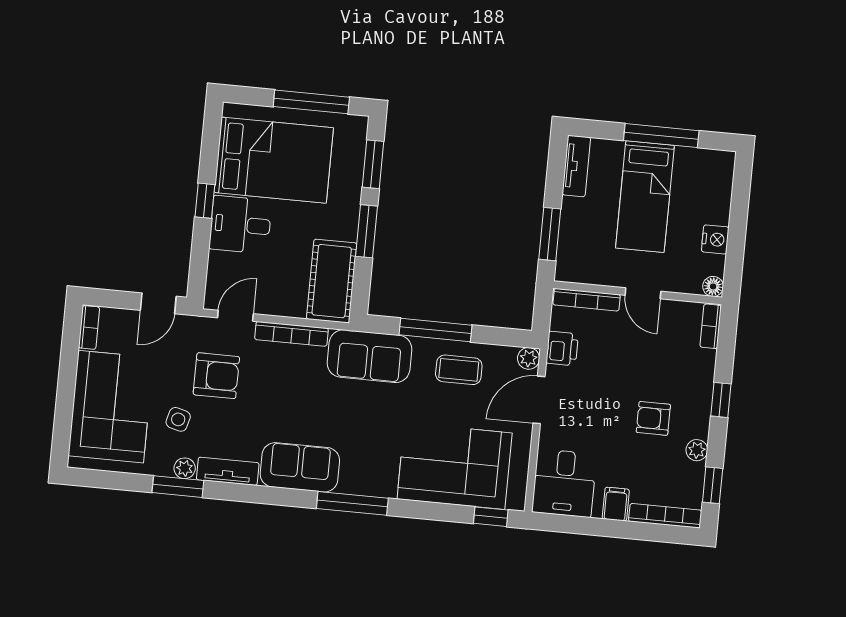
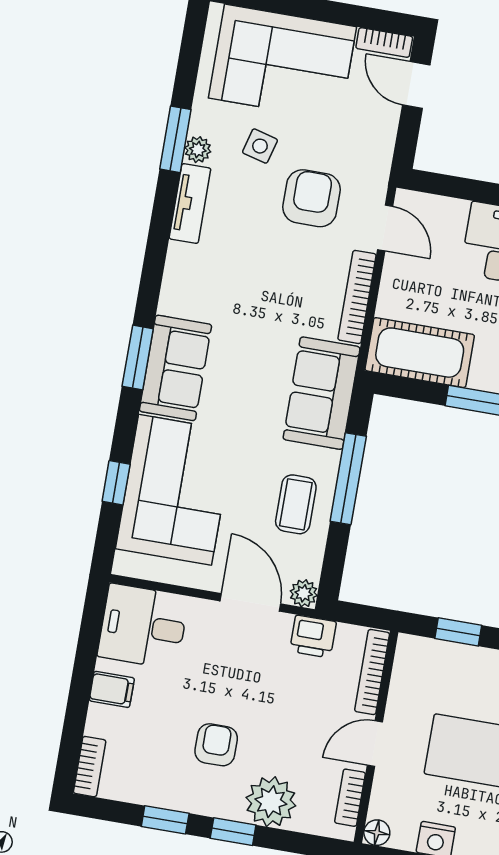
window: (550, 234) -> (458, 632), width x0.67
door: (158, 303) -> (416, 85), moved
bookcase: (711, 326) -> (350, 798), moved, turned -90
armchair: (216, 376) -> (311, 198), turned 180
plant: (697, 450) -> (271, 802), moved, width x1.88, depth x1.88
sofa: (300, 467) -> (175, 368), moved
window: (713, 485) -> (165, 820), moved
window: (352, 503) -> (138, 358), width x0.69
bookcase: (665, 516) -> (90, 767), width x0.64
window: (491, 517) -> (116, 483), moved

